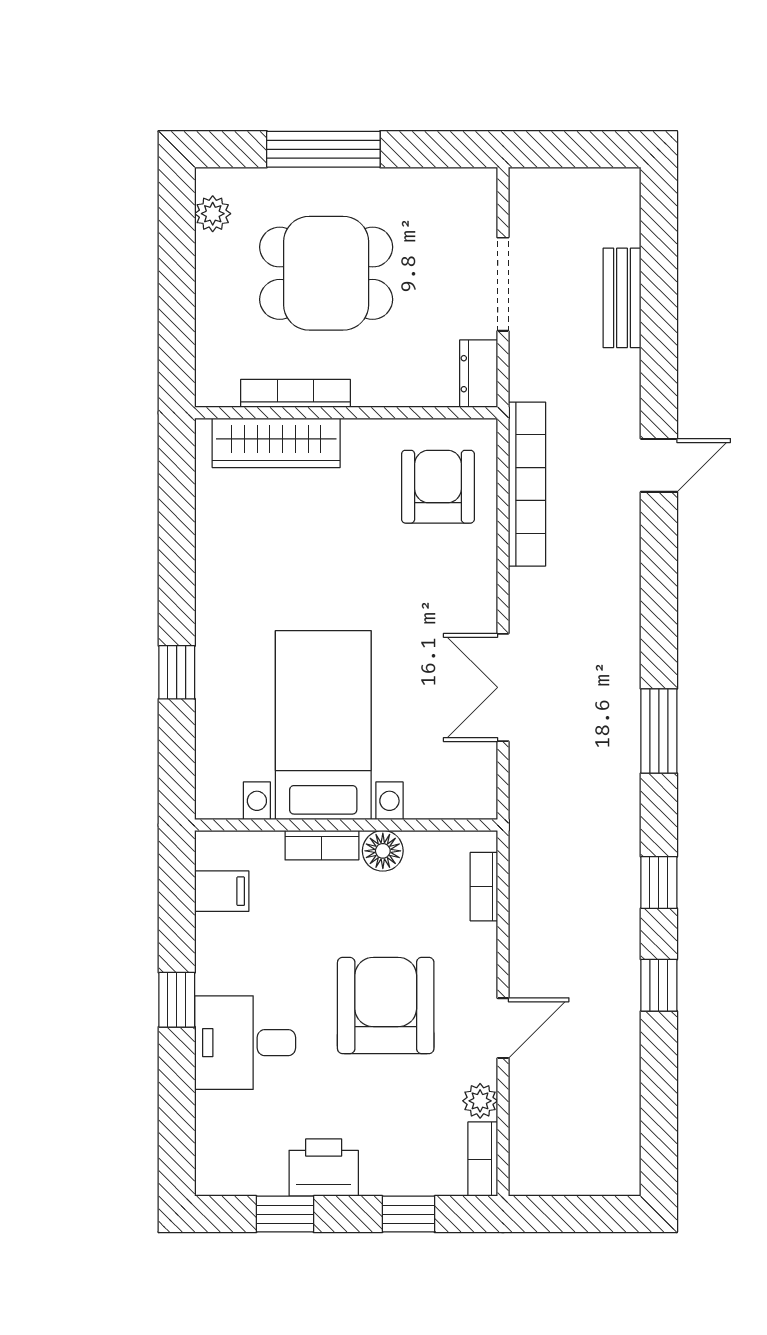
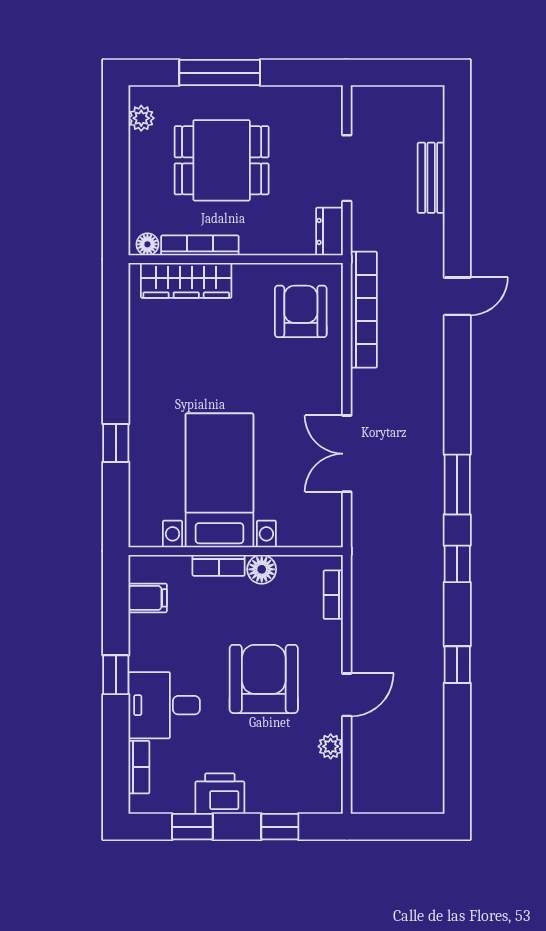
floor lamp: (221, 392) -> (147, 244), added
window: (659, 883) -> (457, 564), moved
bookcase: (483, 1159) -> (139, 767), moved, turned 180

